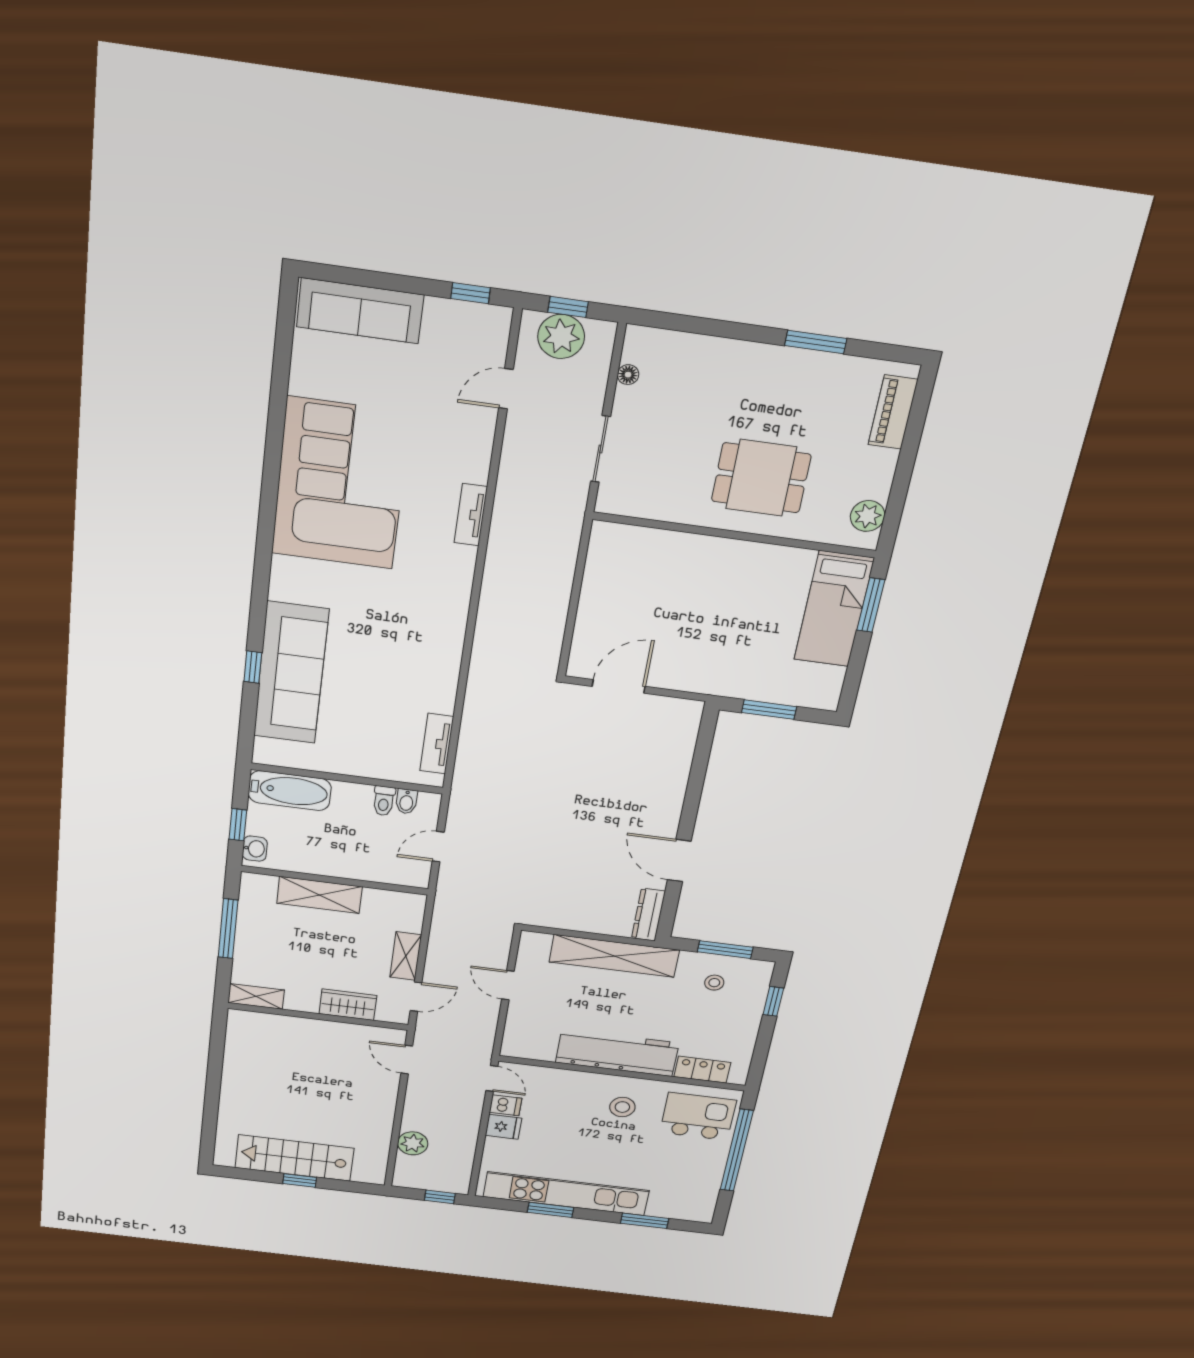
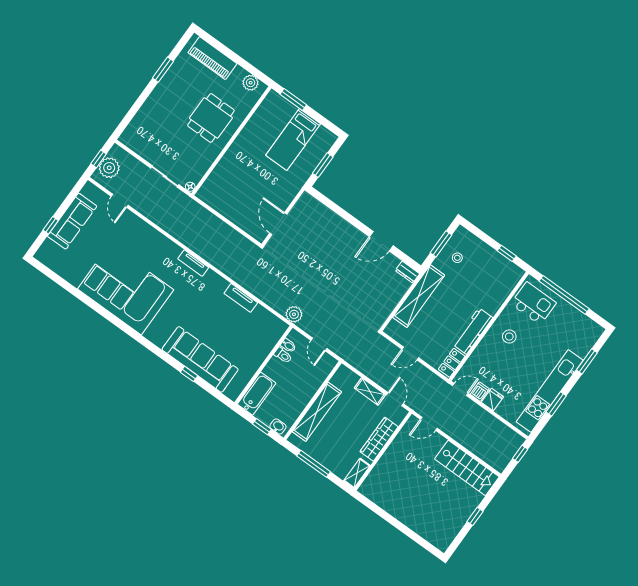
window: (471, 293) -> (51, 225), moved
sofa: (360, 311) -> (72, 221), moved
floor lamp: (628, 375) -> (190, 187), moved
piano: (893, 412) -> (212, 58), width x1.37, depth x1.33
tv unit: (471, 515) -> (193, 263), moved
bed: (834, 609) -> (293, 140), moved, turned 90
tv unit: (437, 744) -> (241, 298), moved
shelving: (319, 895) -> (317, 412), width x1.47
dresser: (648, 915) -> (407, 272), width x0.70
window: (773, 1001) -> (507, 253), moved
wardrobe: (348, 1005) -> (379, 439), width x1.50
workbench: (617, 1053) -> (473, 331), width x0.73, depth x0.76
locker: (702, 1070) -> (452, 363), moved
kitchen island: (698, 1116) -> (534, 303), turned 90
plant: (413, 1143) -> (294, 314), moved
stairs: (294, 1158) -> (467, 468), moved, turned -90

